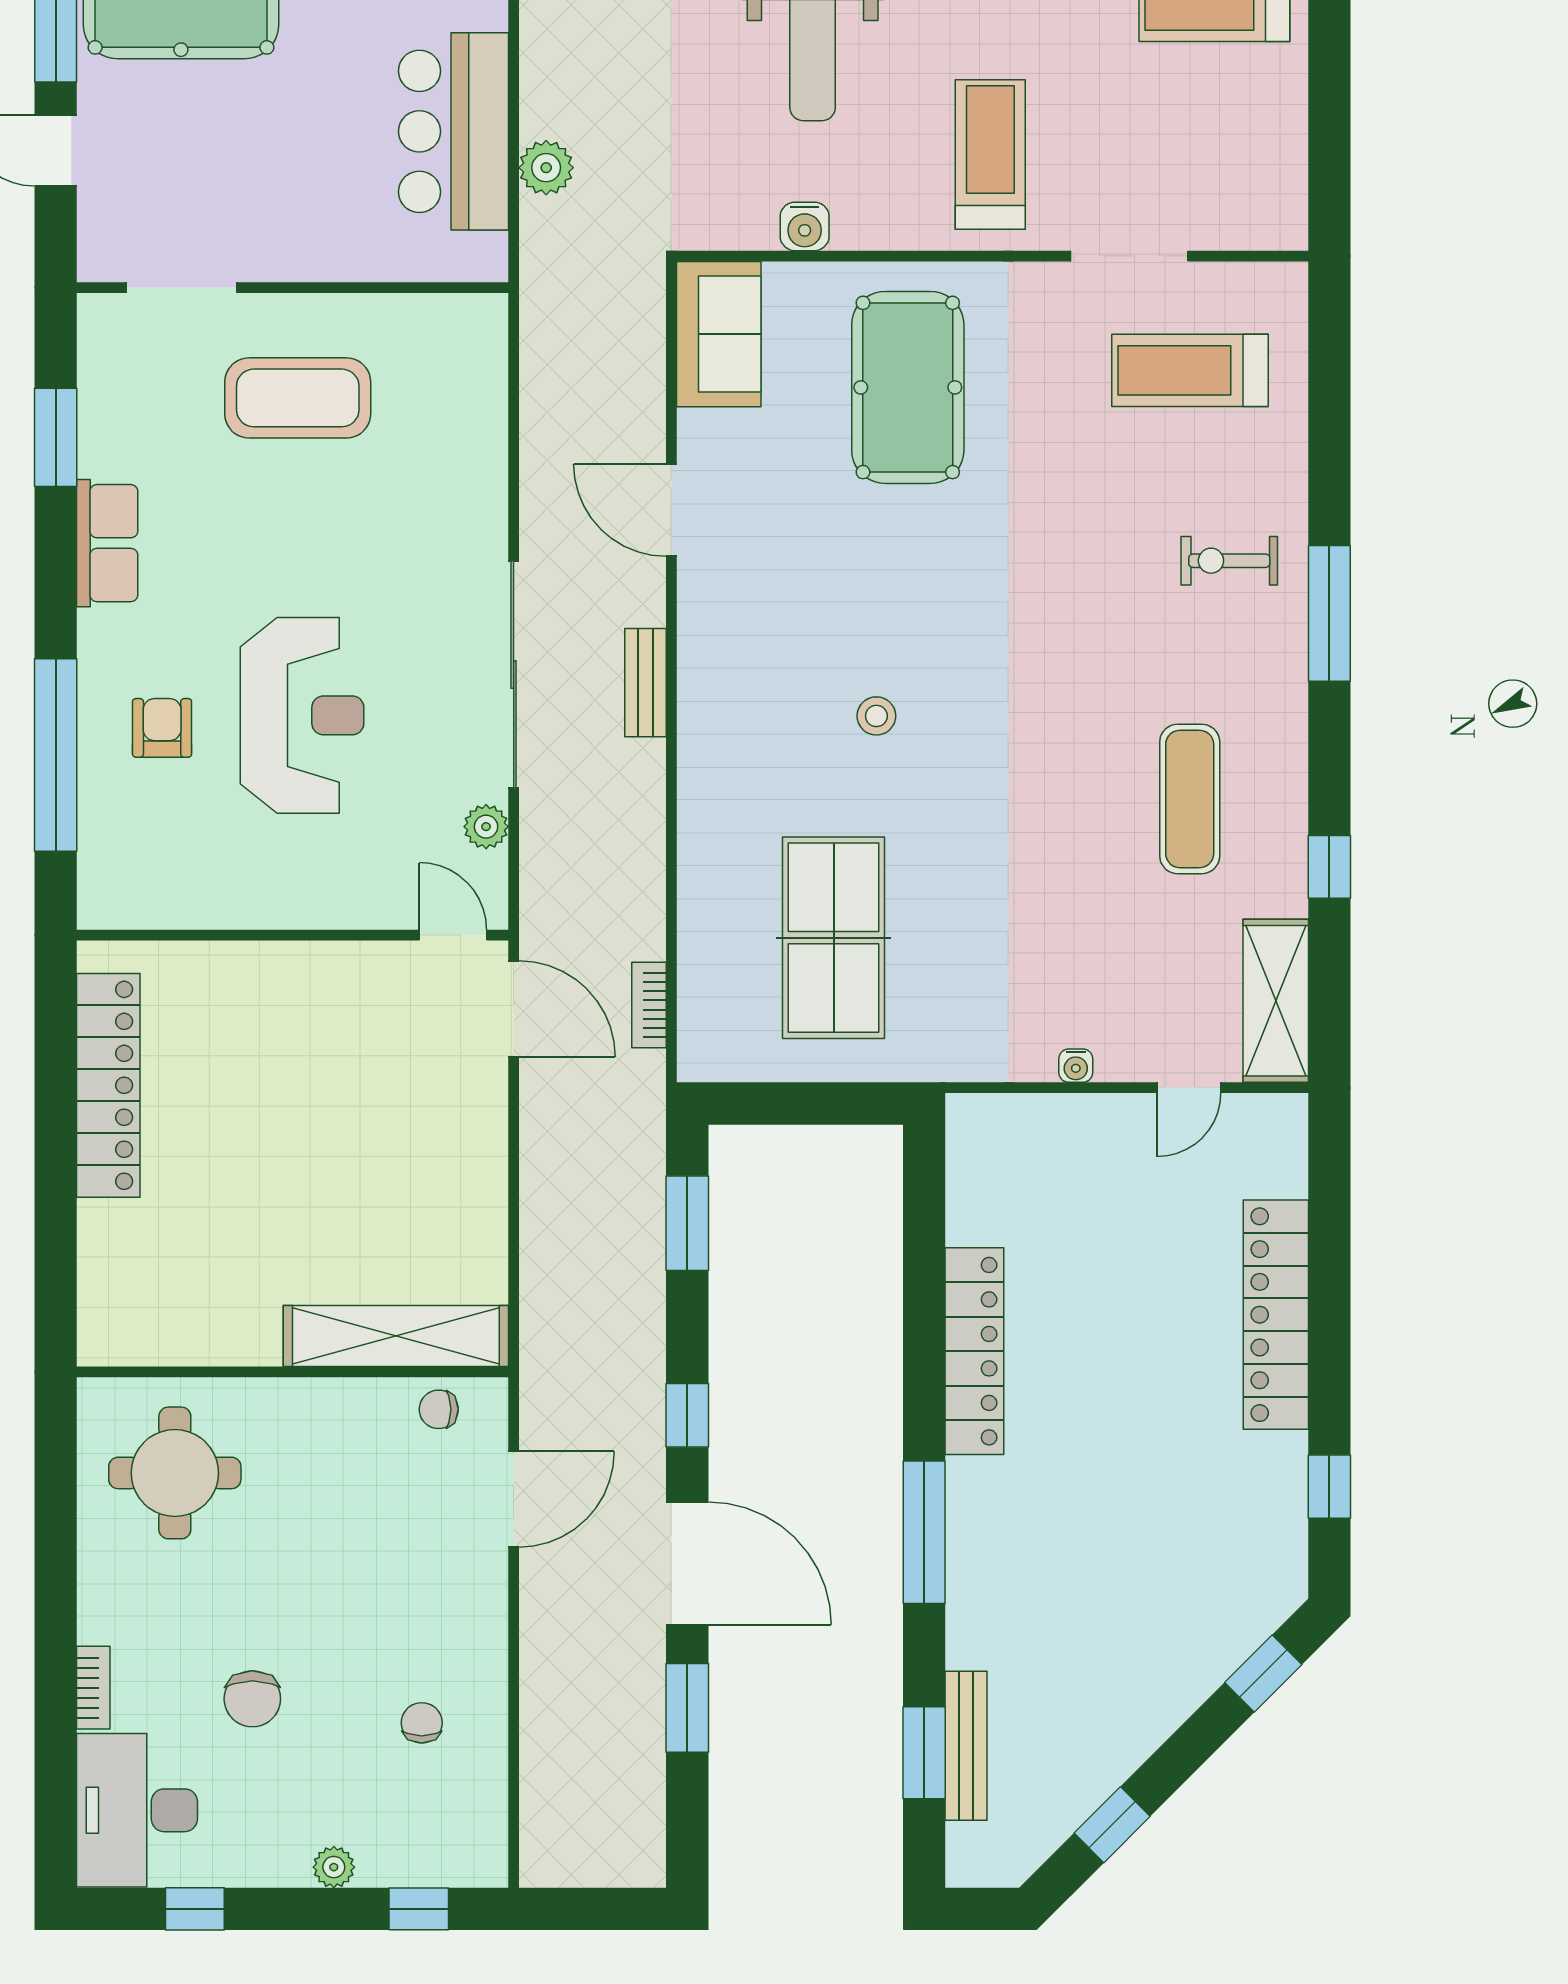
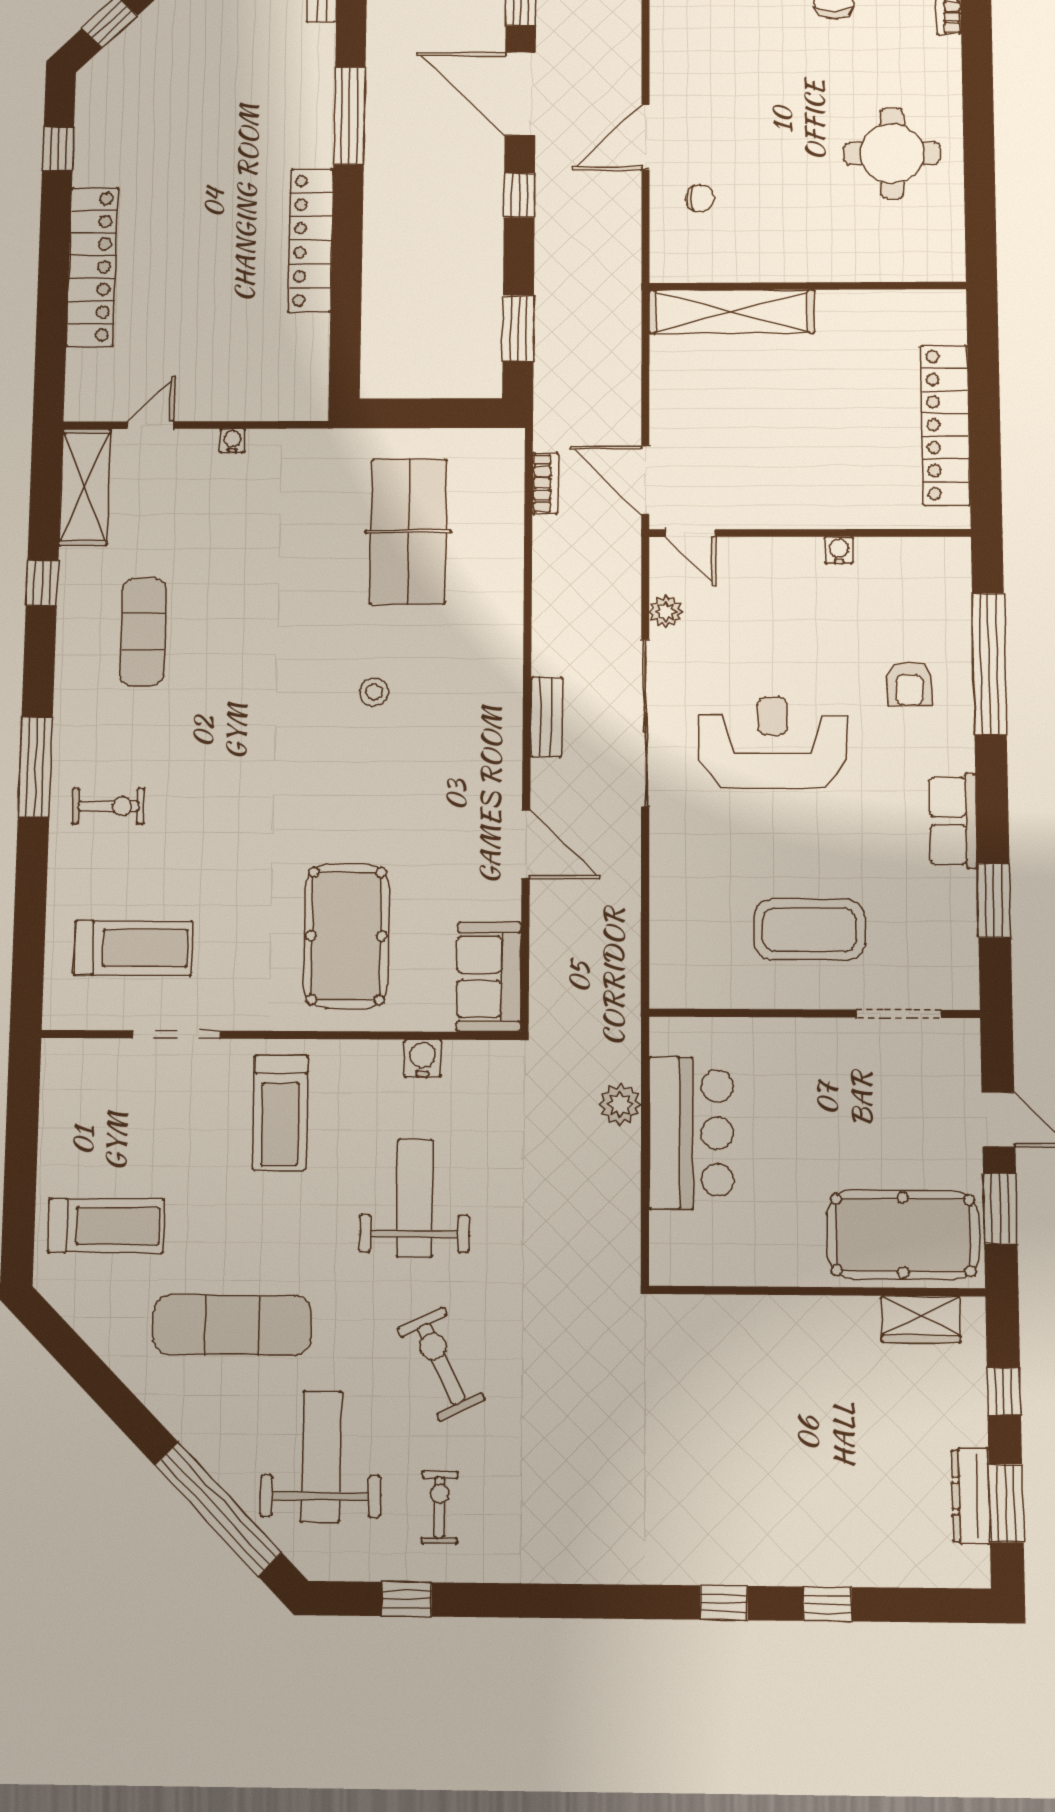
reception desk: (302, 715) -> (773, 742), moved, turned 90
water cooler: (254, 911) -> (839, 550), added
shelving: (396, 1336) -> (732, 312), moved
wall: (292, 1372) -> (807, 286), moved

